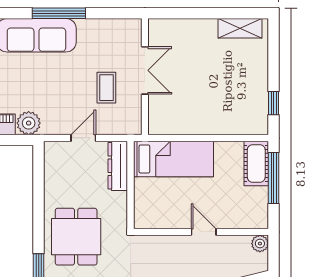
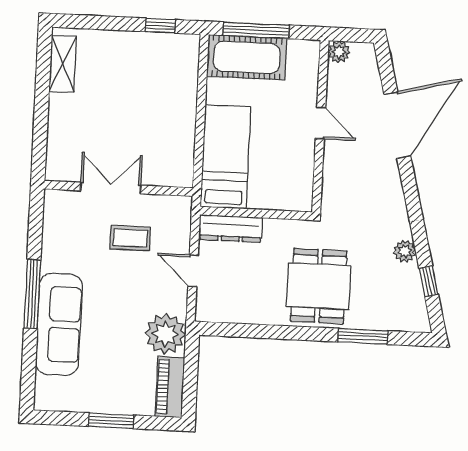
plant: (29, 123) -> (165, 334), width x1.36, depth x1.36
cot: (256, 163) -> (247, 57), width x1.37, depth x1.34
door: (204, 232) -> (321, 123), swing flipped
dining table: (76, 237) -> (319, 286), turned 90

